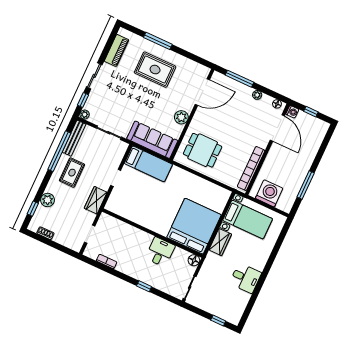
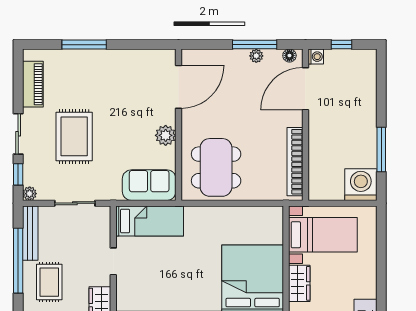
rug: (155, 70) -> (74, 136), moved, turned 90
window: (239, 79) -> (255, 45), moved
door: (277, 128) -> (305, 89), swing flipped
sofa: (152, 140) -> (149, 185), width x0.73
dining table: (203, 150) -> (216, 167), width x1.38
washing machine: (269, 193) -> (361, 185), moved

